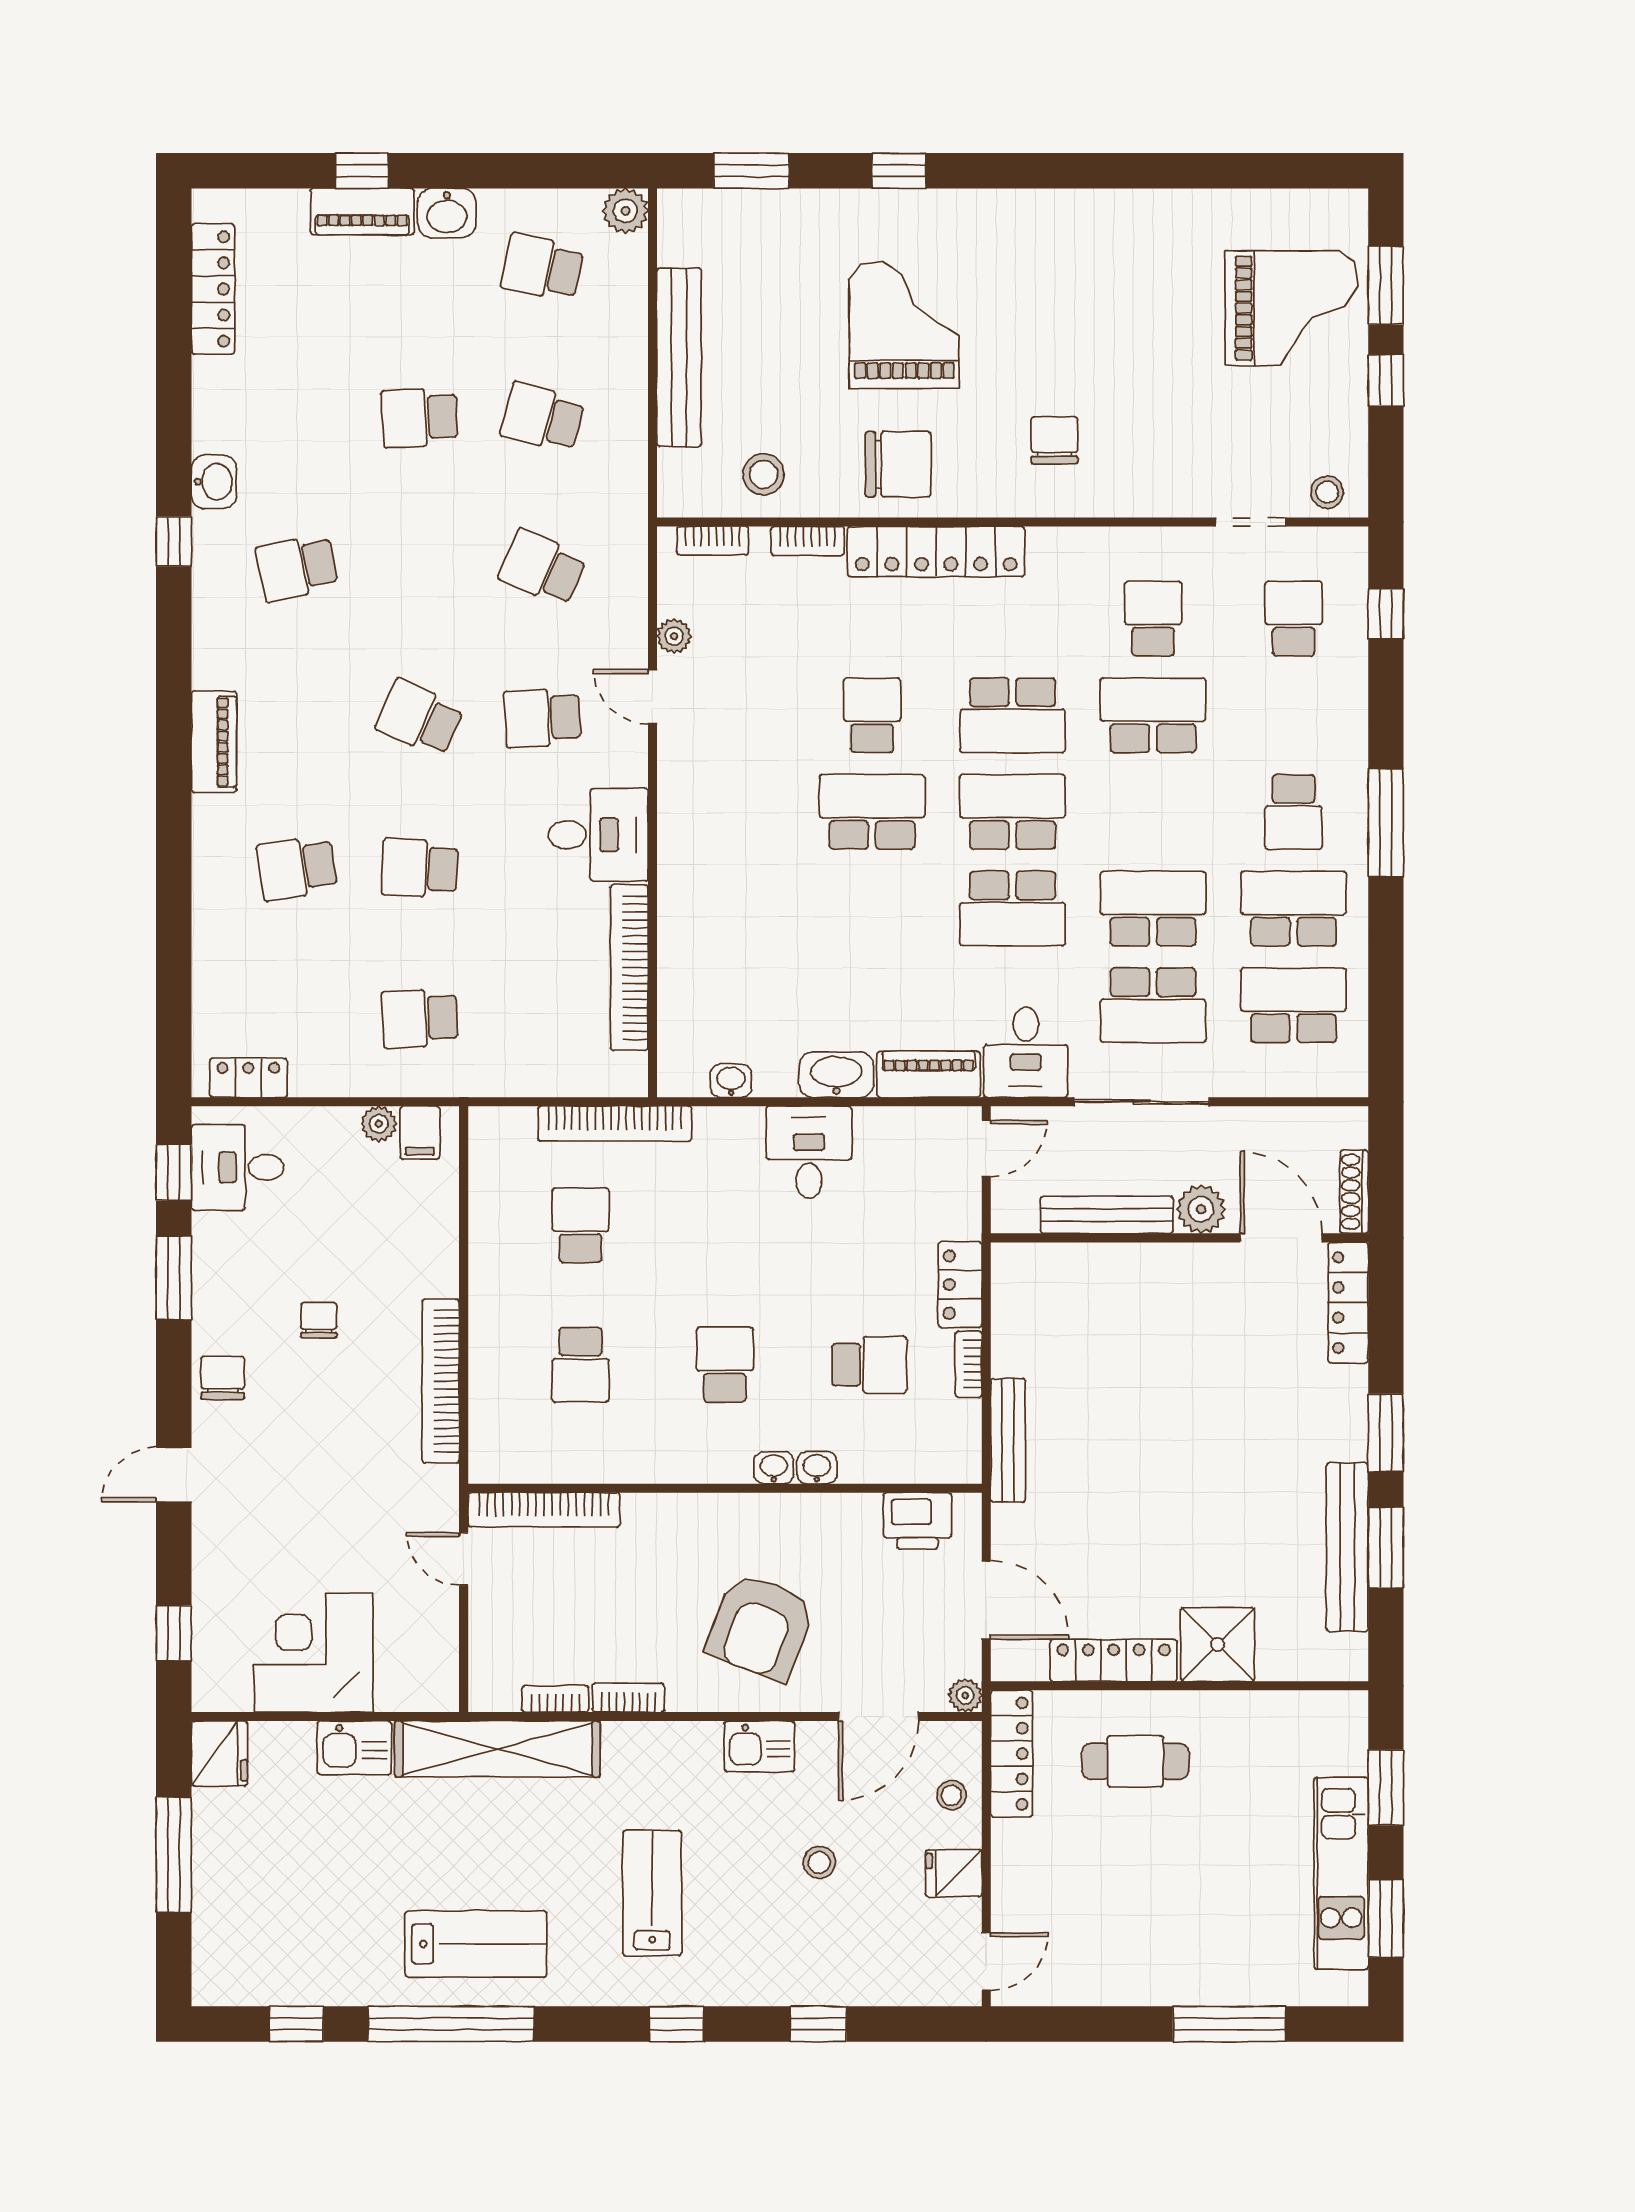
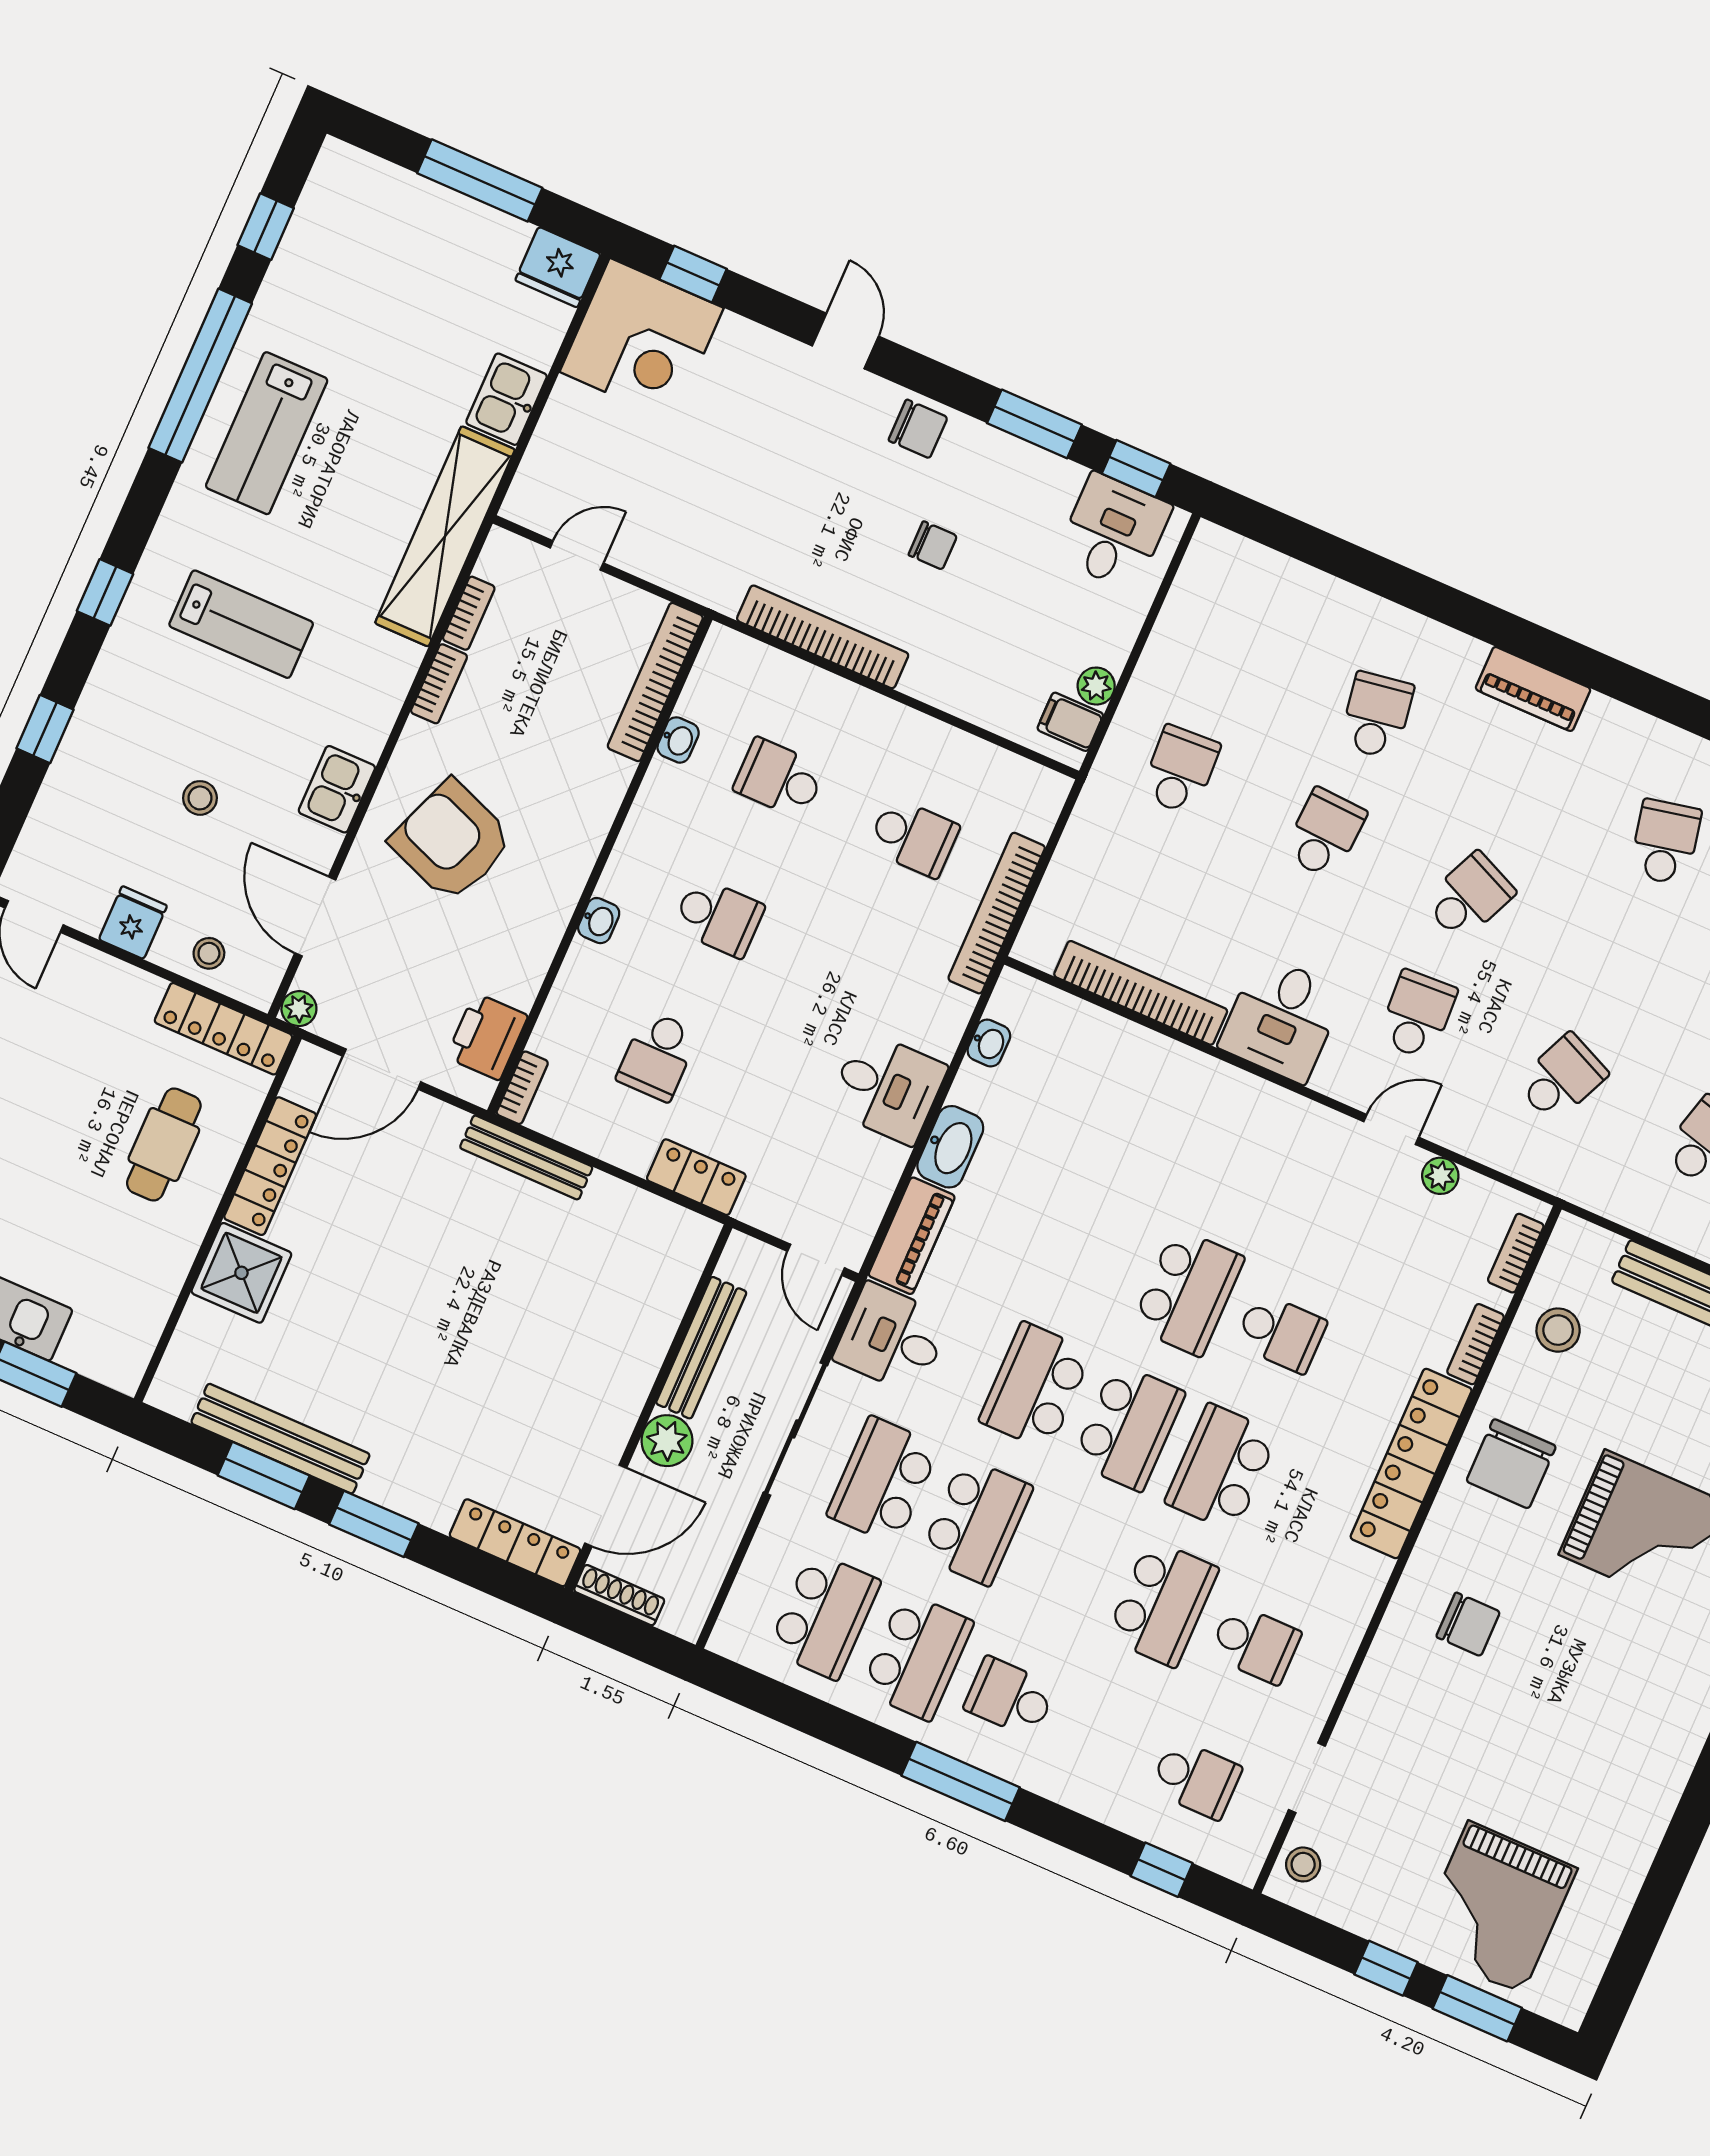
locker: (248, 1078) -> (1195, 580), removed
bookcase: (969, 1364) -> (522, 1088), moved, turned 90
washbasin: (817, 1468) -> (678, 740), moved
door: (464, 1559) -> (577, 555), moved
corner desk: (314, 1653) -> (642, 340), moved, turned 90

